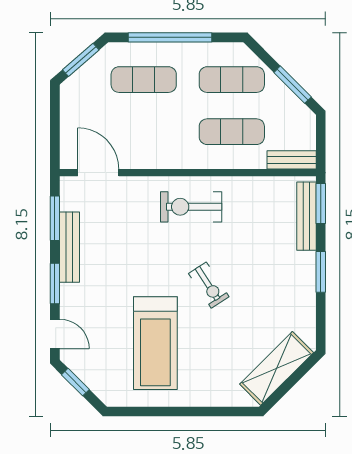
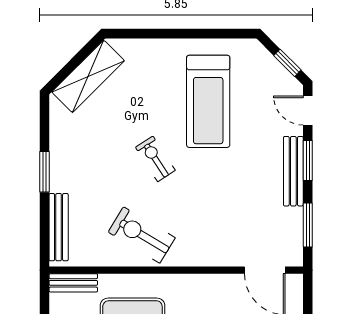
window: (321, 204) -> (44, 240), removed
exercise bike: (191, 207) -> (142, 235), moved, turned -149
bench: (69, 247) -> (293, 171), moved
treadmill: (155, 343) -> (208, 101), turned 180

